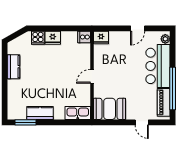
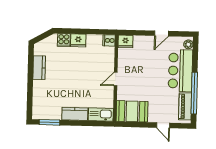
kitchen counter: (40, 113) -> (75, 114), moved

